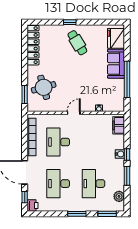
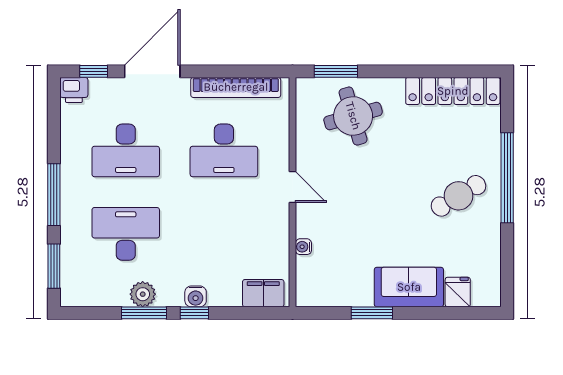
window: (70, 22) -> (507, 178), width x3.17
fridge: (116, 38) -> (458, 292), width x0.53, depth x0.75
window: (127, 79) -> (372, 313), width x0.47
desk: (58, 142) -> (224, 150), turned 180
desk: (58, 184) -> (126, 150), turned 180
plant: (119, 196) -> (143, 294), moved
window: (77, 214) -> (54, 195), width x1.44

